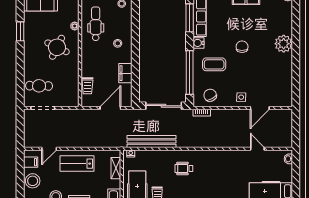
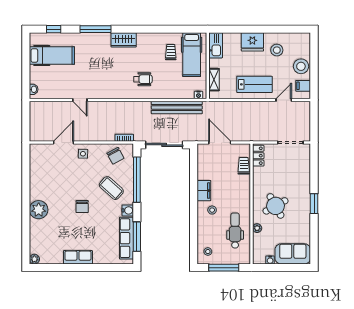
dental chair: (96, 24) -> (235, 231), turned 180
window: (20, 31) -> (314, 204), moved
round table: (57, 47) -> (276, 206), turned 35
coffee table: (214, 64) -> (111, 188), turned 42
filing cabinet: (125, 73) -> (204, 191), moved
cafe table: (39, 86) -> (294, 166), removed
locker: (74, 95) -> (258, 156), added
door: (110, 108) -> (220, 142), swing flipped
door: (257, 149) -> (80, 100), moved

